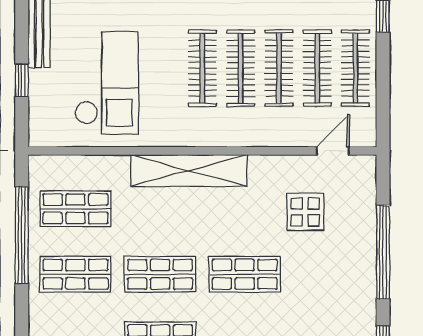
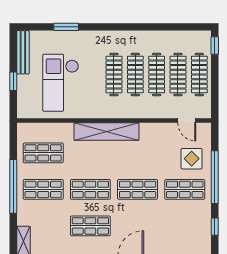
checkout: (107, 83) -> (61, 83), turned 180
door: (333, 151) -> (187, 121), swing flipped
display table: (305, 212) -> (192, 159), moved
window: (22, 235) -> (13, 186), moved
shop shelf: (329, 274) -> (185, 189), added

